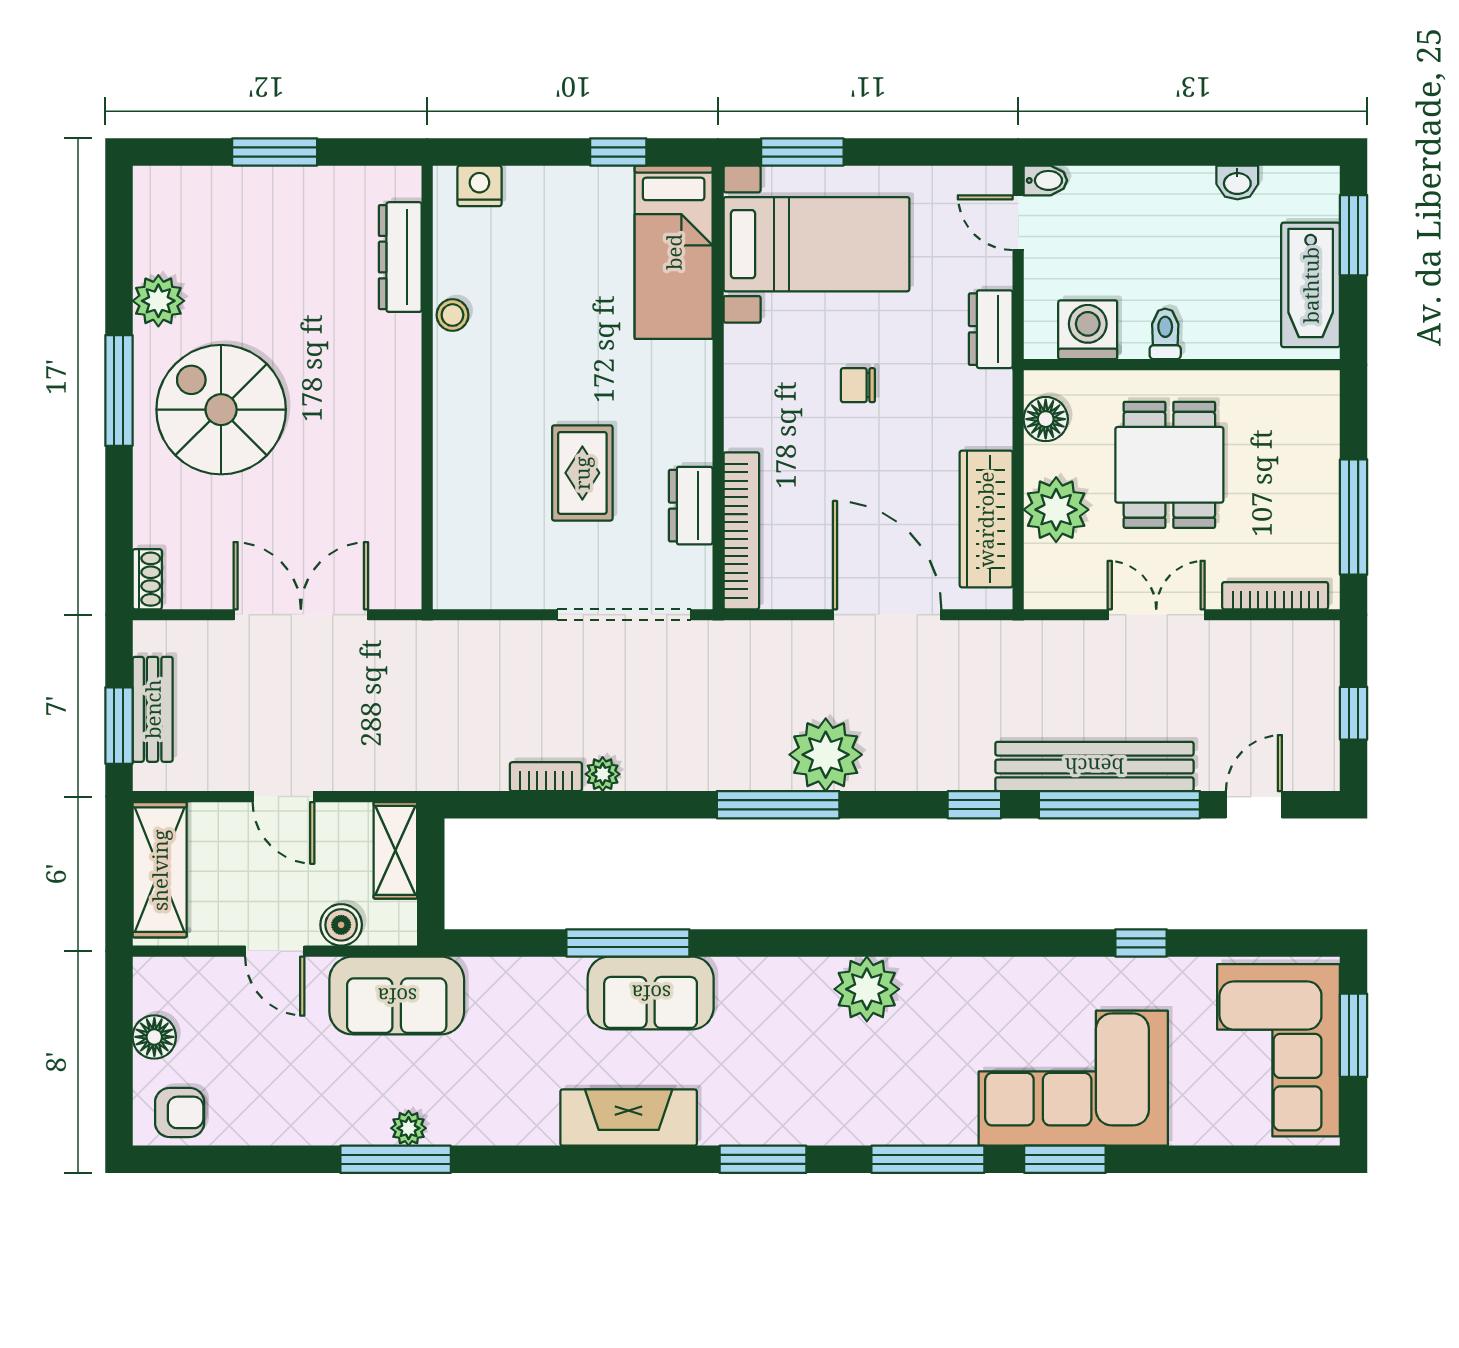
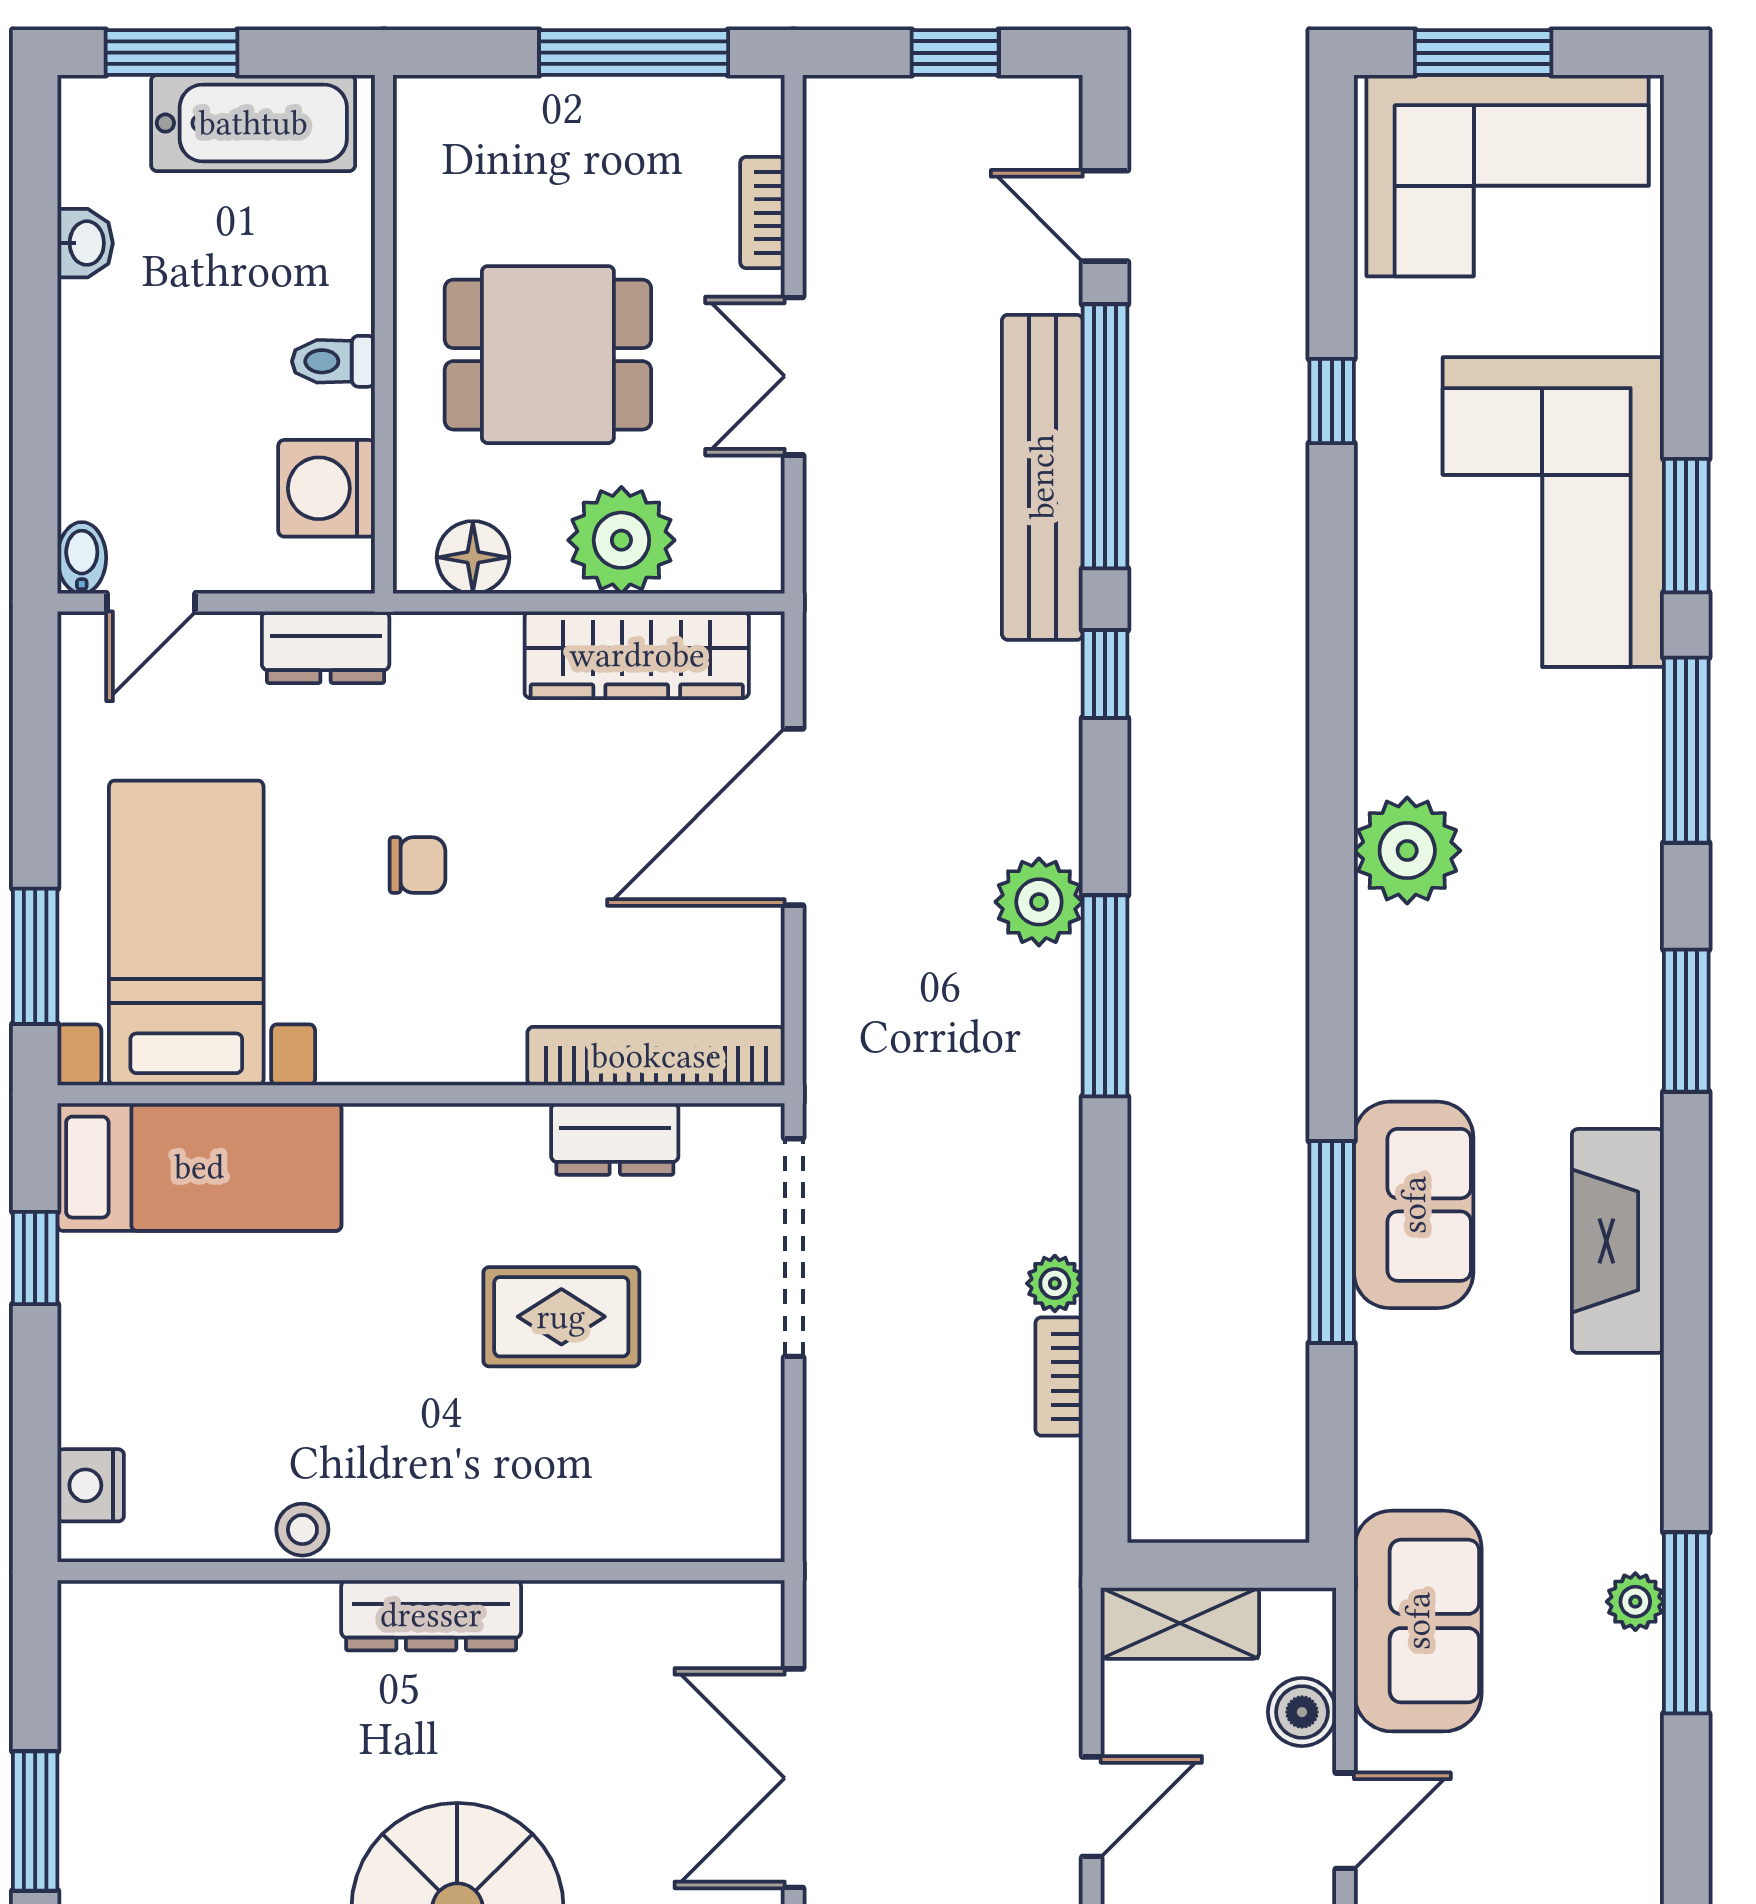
dresser: (400, 257) -> (431, 1615), moved
chair: (858, 385) -> (417, 865), turned -90
bookcase: (1275, 596) -> (762, 213), width x0.64
plant: (826, 755) -> (1039, 902), width x0.73, depth x0.73

